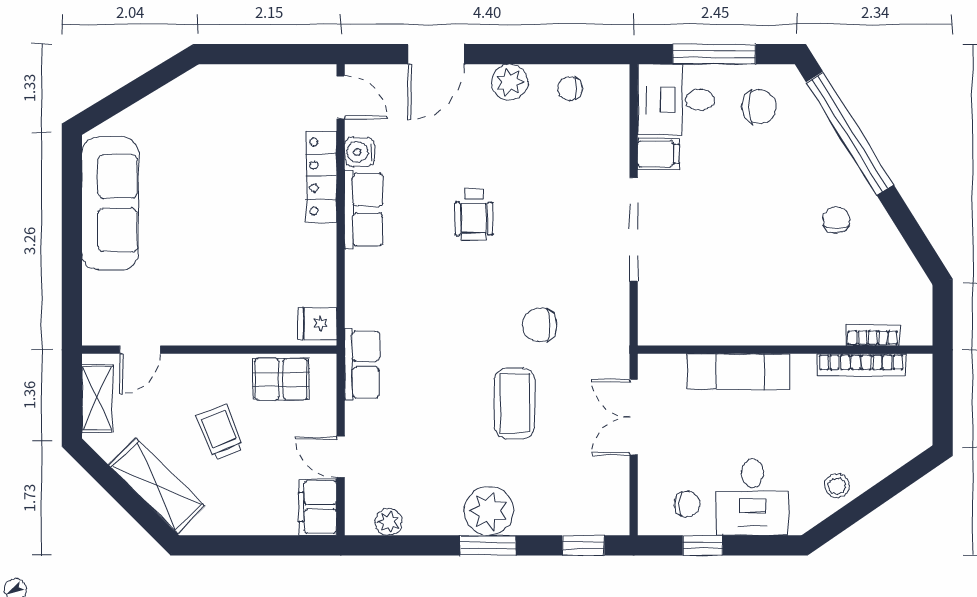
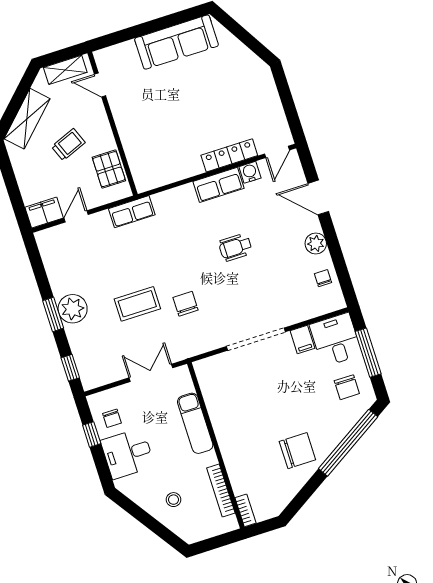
chair: (836, 220) -> (297, 451), width x1.87, depth x1.87
fridge: (317, 323) -> (147, 179), removed
bookcase: (873, 335) -> (246, 510), moved
stool: (837, 486) -> (174, 500), moved
plant: (389, 522) -> (49, 255), removed

